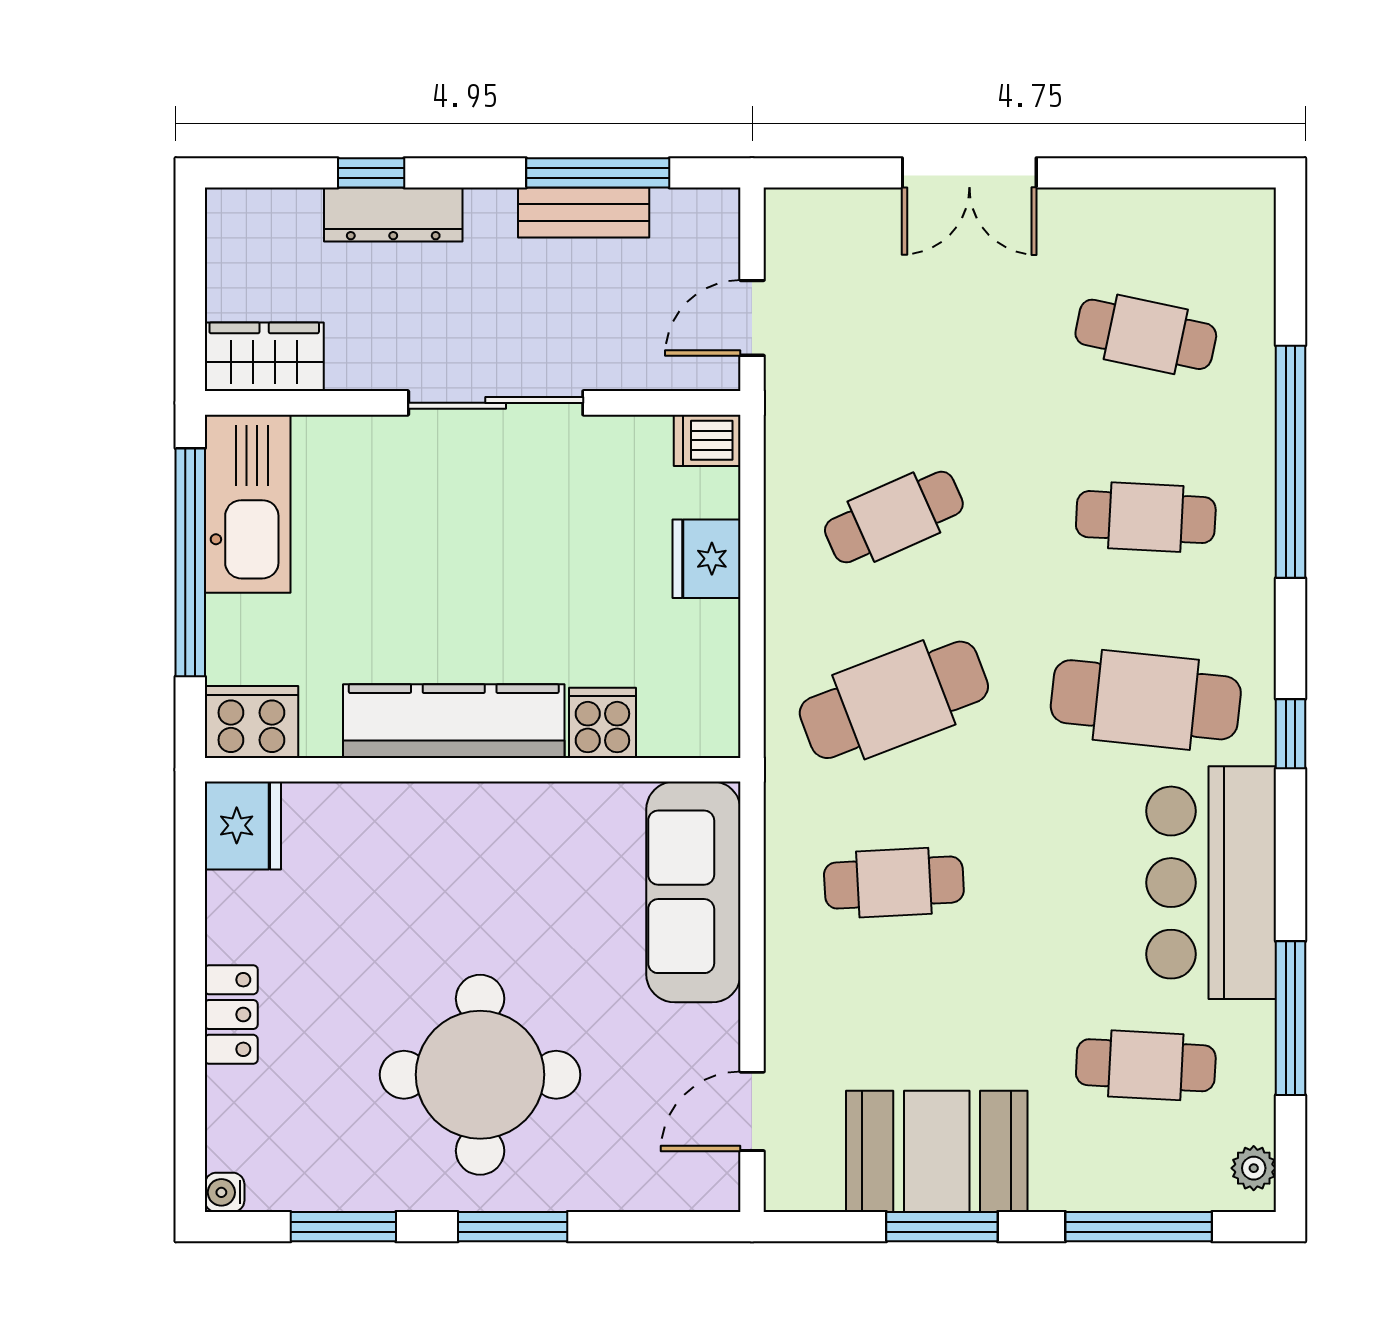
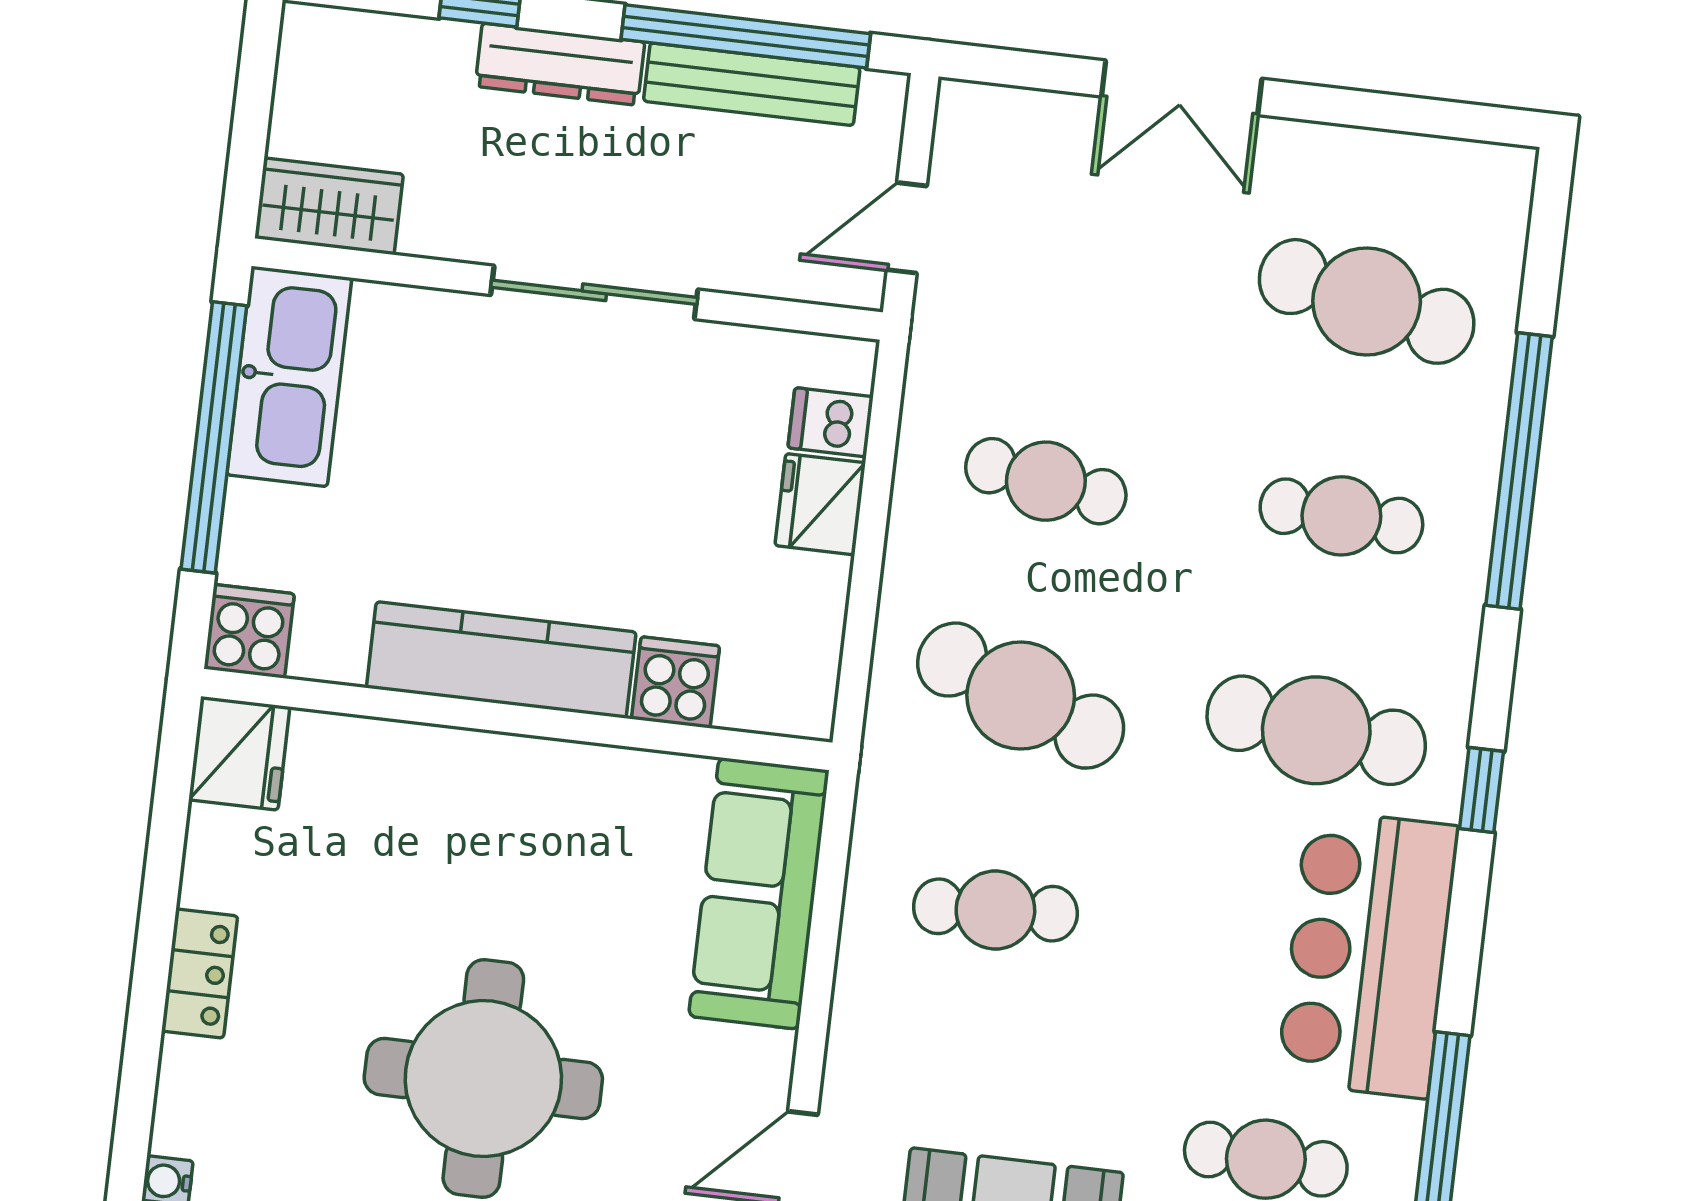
window: (598, 173) -> (746, 36), width x1.46
bench: (584, 212) -> (752, 84), width x1.36
dresser: (393, 215) -> (560, 64), moved
cafe table: (1146, 334) -> (1367, 301), width x1.37, depth x1.35
dishwasher: (707, 440) -> (831, 422), moved
cafe table: (894, 517) -> (1046, 481), turned 33
cafe table: (894, 700) -> (1021, 696), turned 42
cooker: (251, 722) -> (249, 631), width x0.73

